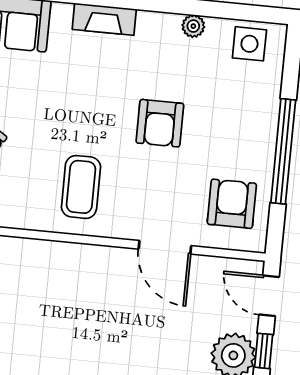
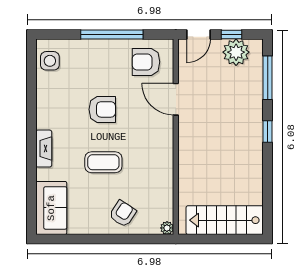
plant: (193, 26) -> (43, 95), removed
coffee table: (81, 187) -> (103, 162), moved
door: (165, 247) -> (176, 99), swing flipped

